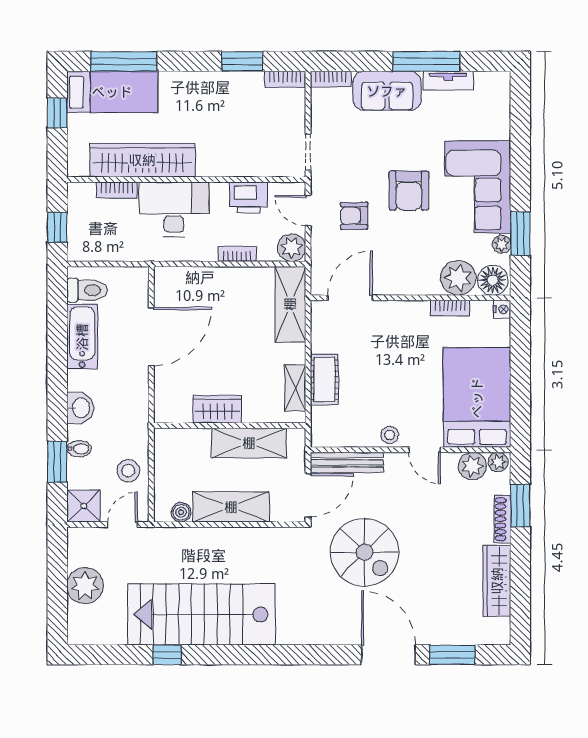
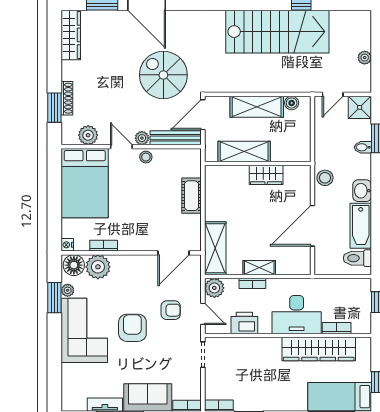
shelving: (295, 388) -> (259, 268), moved, turned 90
washbasin: (80, 408) -> (362, 191), moved
plant: (498, 462) -> (142, 138), moved
stool: (128, 471) -> (325, 178), moved
wardrobe: (497, 581) -> (71, 35), moved
plant: (85, 586) -> (365, 58), width x0.53, depth x0.53

